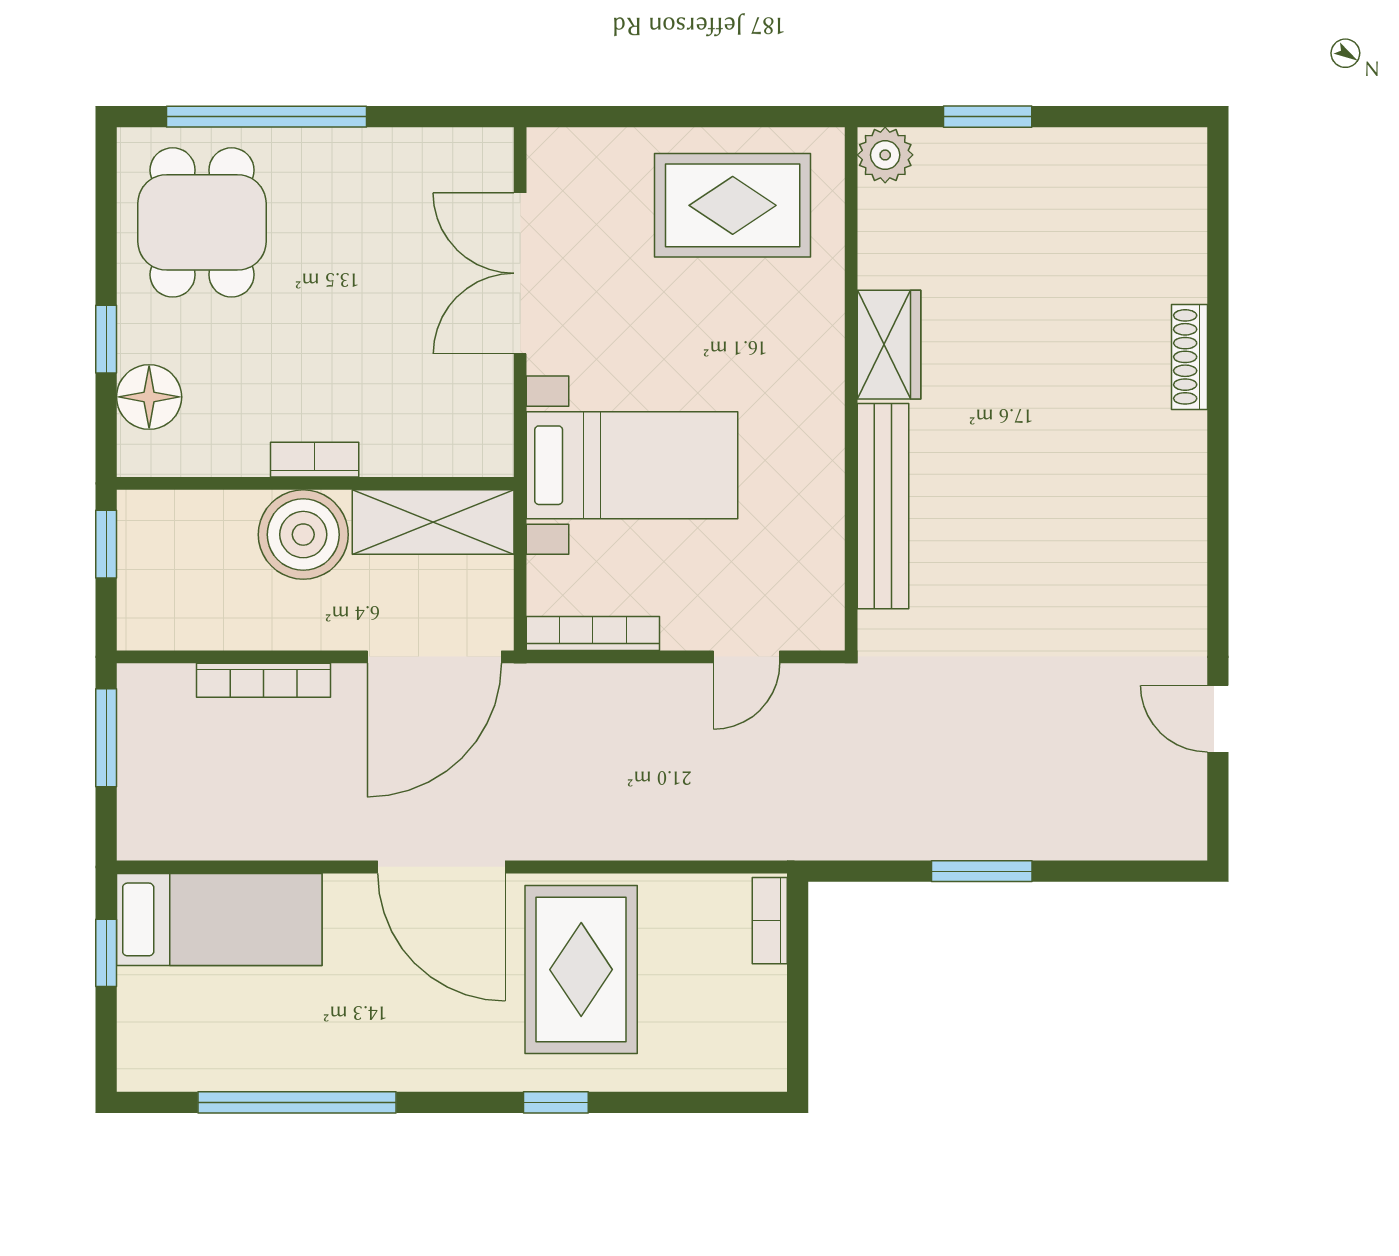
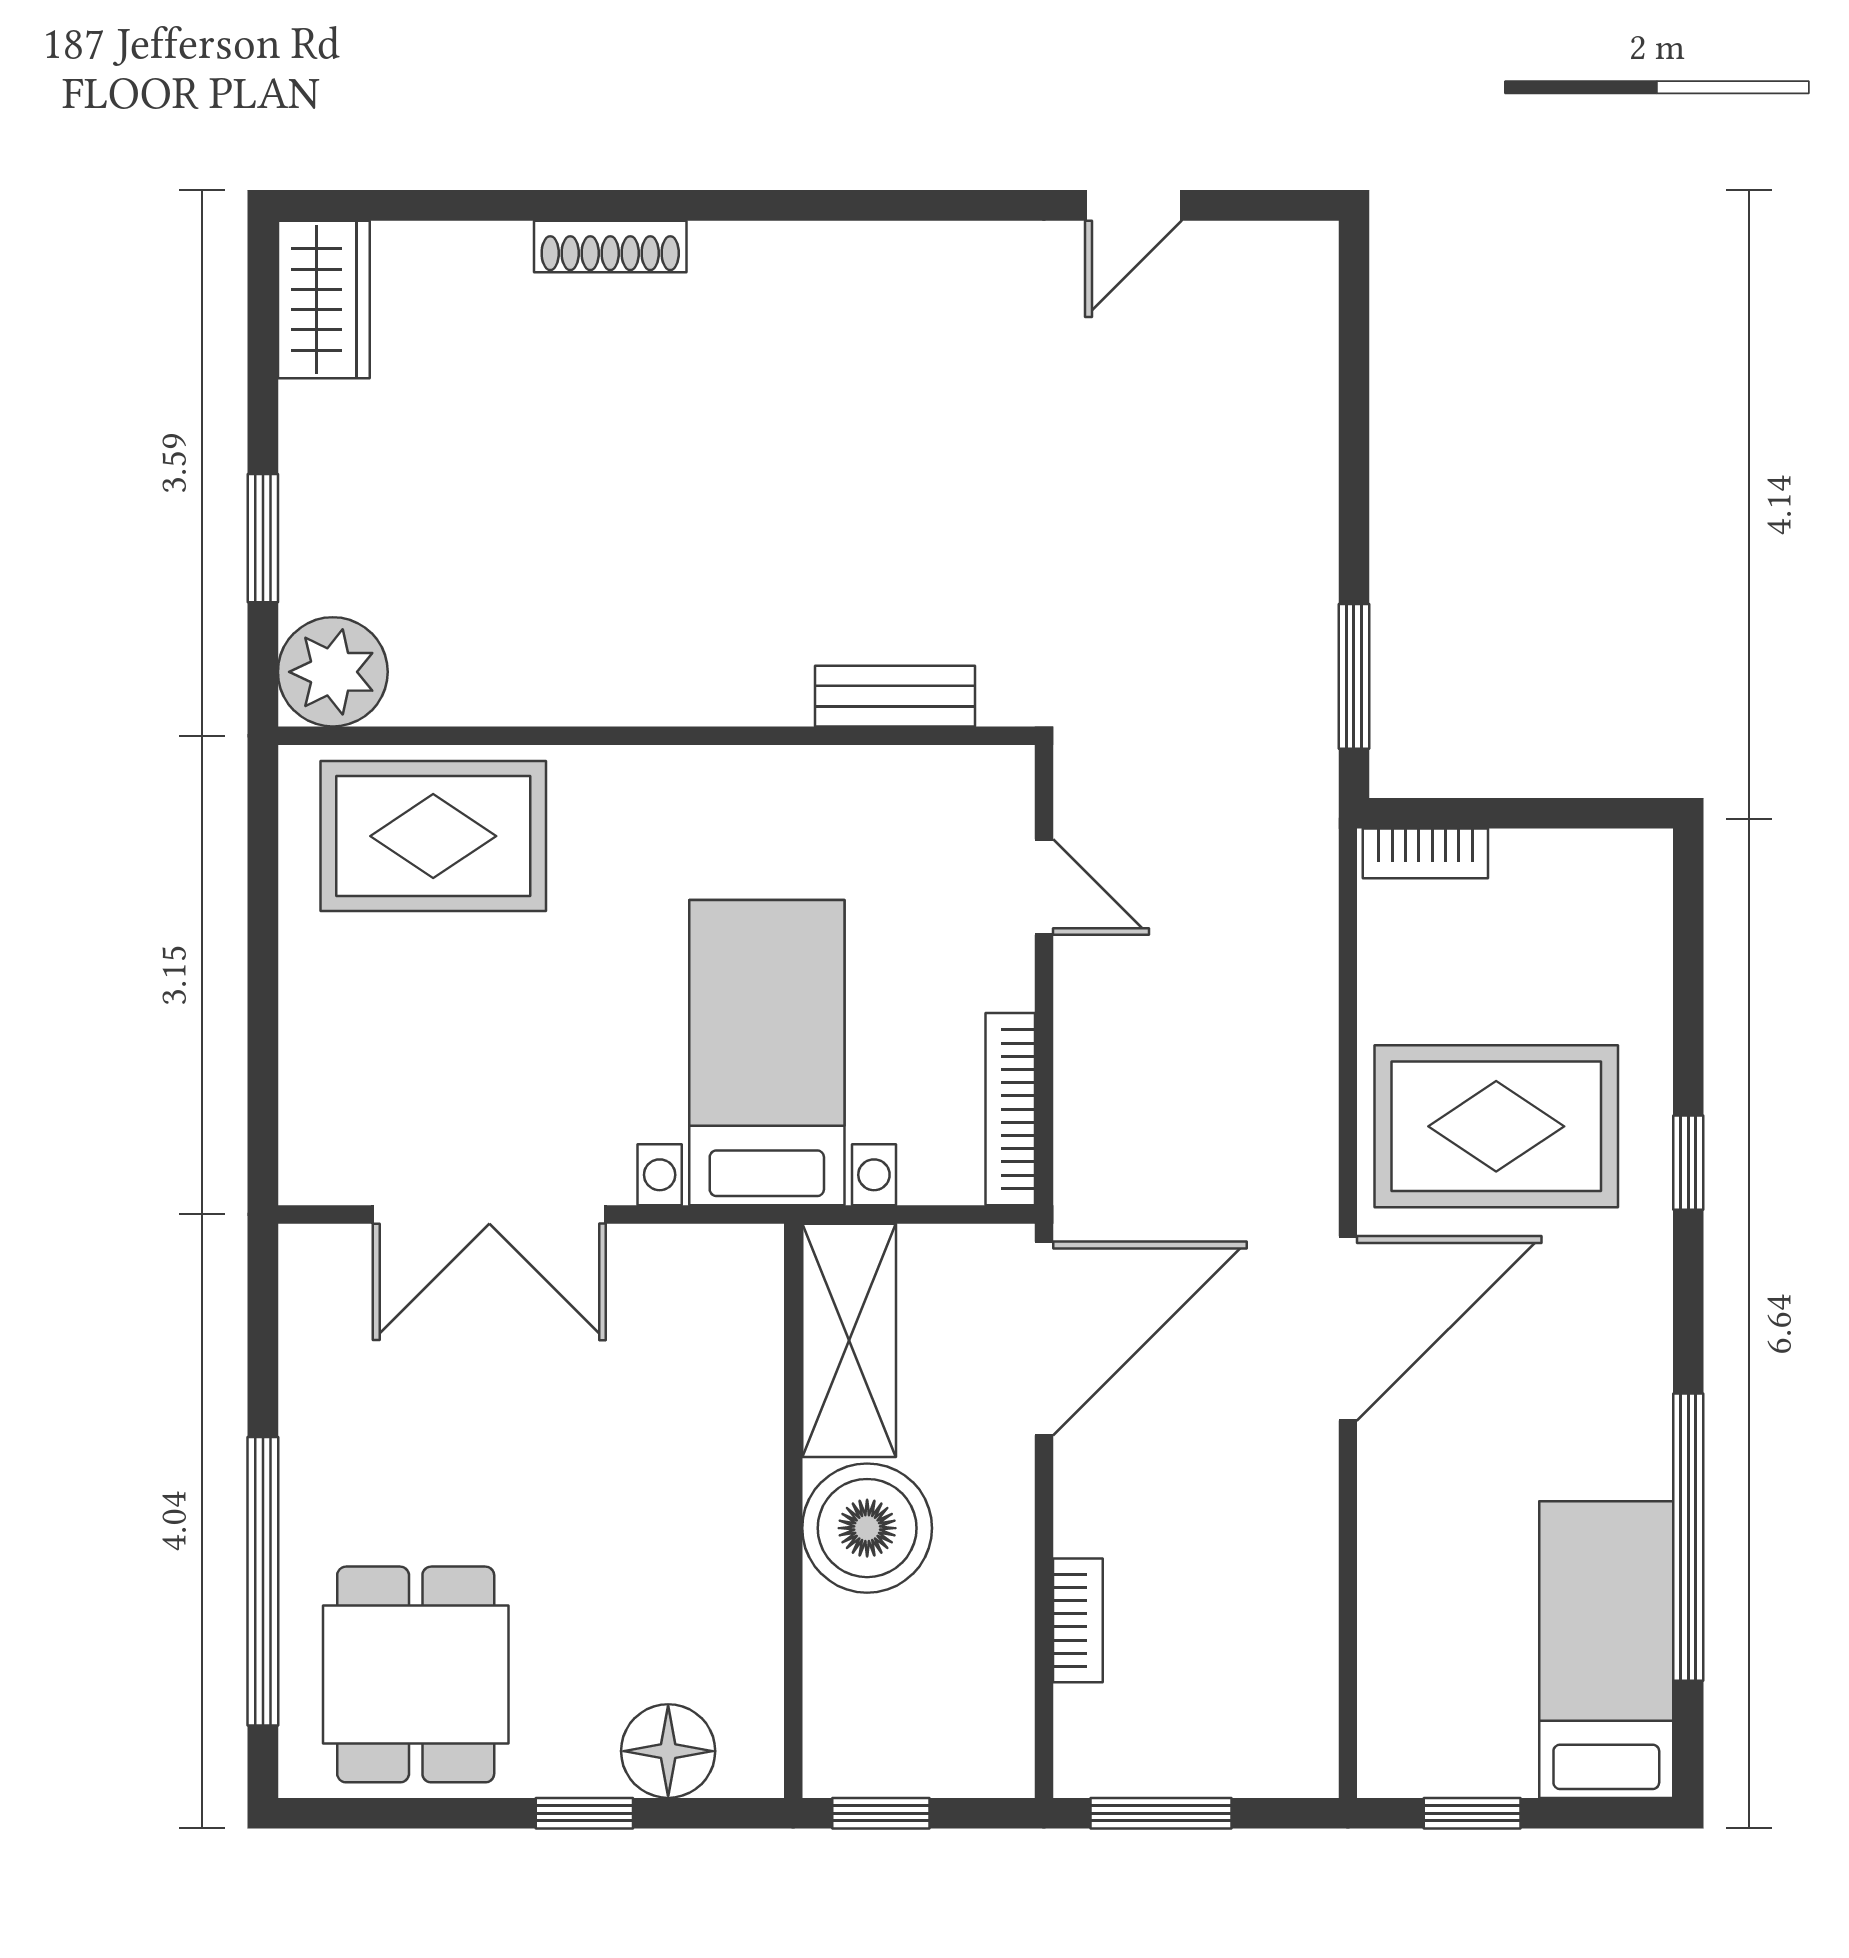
plant: (885, 155) -> (333, 672), width x1.36, depth x1.36
rug: (733, 205) -> (433, 836), moved, turned 90
dining table: (202, 222) -> (416, 1674), turned 90
wardrobe: (889, 345) -> (324, 299), moved, turned 90
bookcase: (315, 460) -> (759, 1512), removed
bench: (883, 506) -> (895, 696), width x0.54, depth x0.82
door: (434, 657) -> (1044, 1338), hinge flipped
bookcase: (263, 680) -> (1078, 1620), width x0.64
window: (982, 871) -> (1354, 676), moved
bed: (219, 919) -> (1606, 1650), moved

